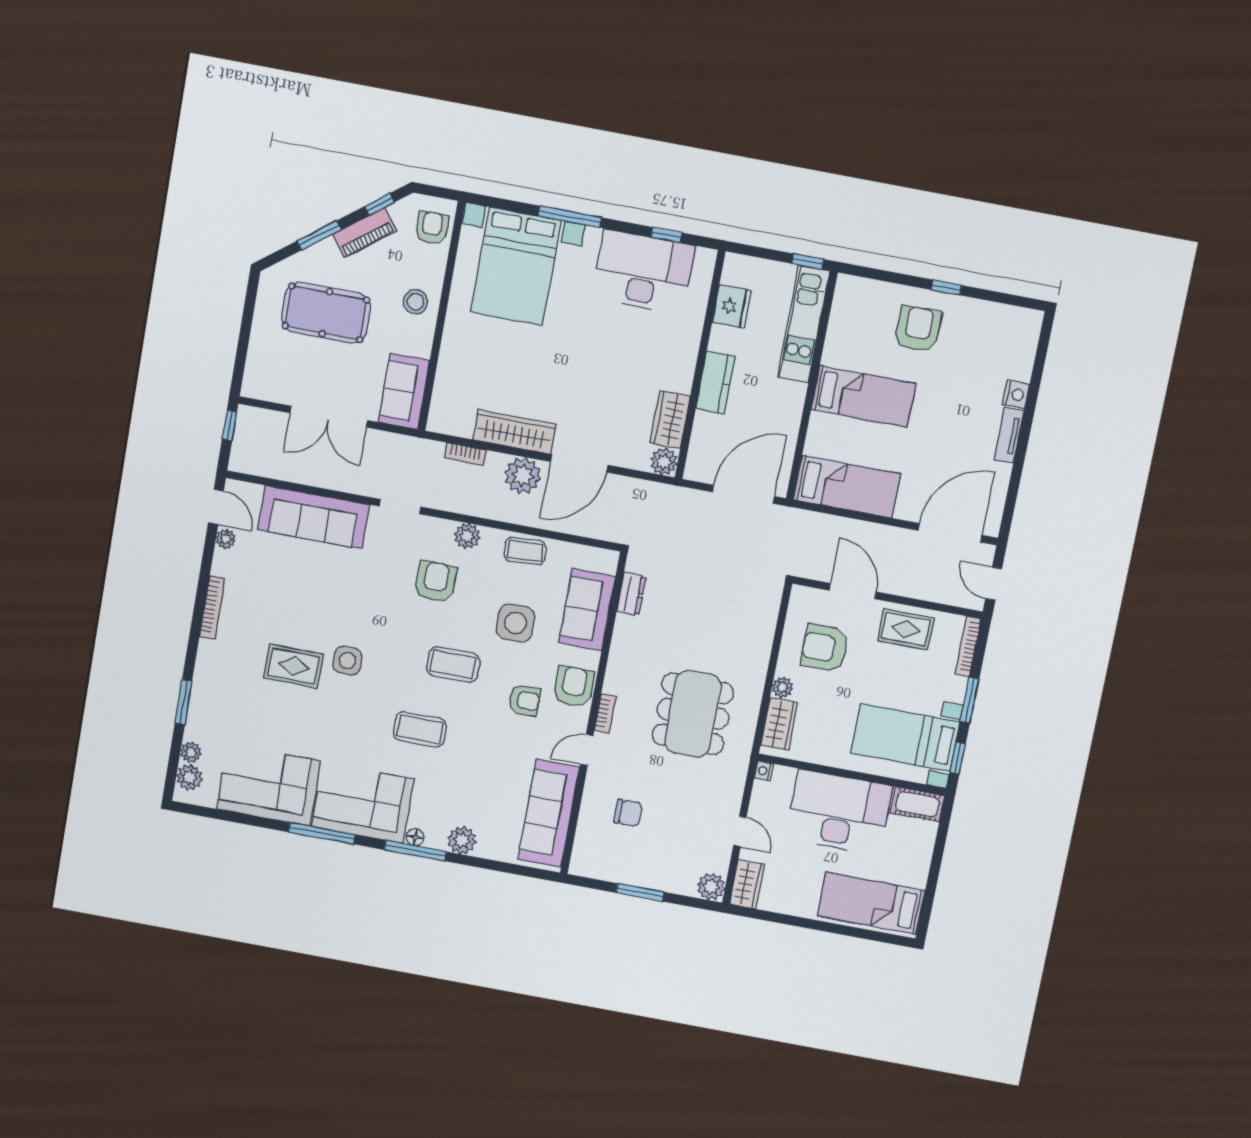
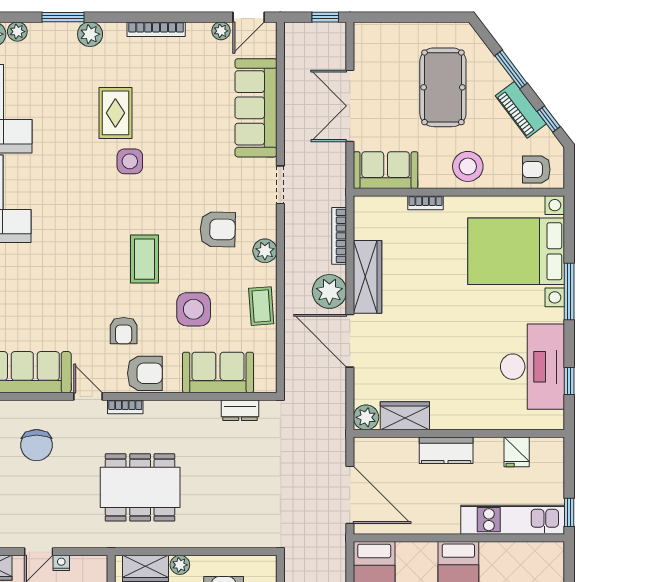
armchair: (432, 228) -> (536, 169), turned 180
stool: (415, 302) -> (468, 166), width x1.38, depth x1.38
fridge: (732, 306) -> (517, 452), width x0.72
bookcase: (446, 355) -> (426, 203), added
bookcase: (465, 454) -> (339, 236), width x1.56
plant: (206, 677) -> (90, 34), added
coffee table: (420, 729) -> (78, 239), removed
nightstand: (764, 771) -> (61, 563), moved
chair: (628, 813) -> (37, 445), width x1.37, depth x1.37

